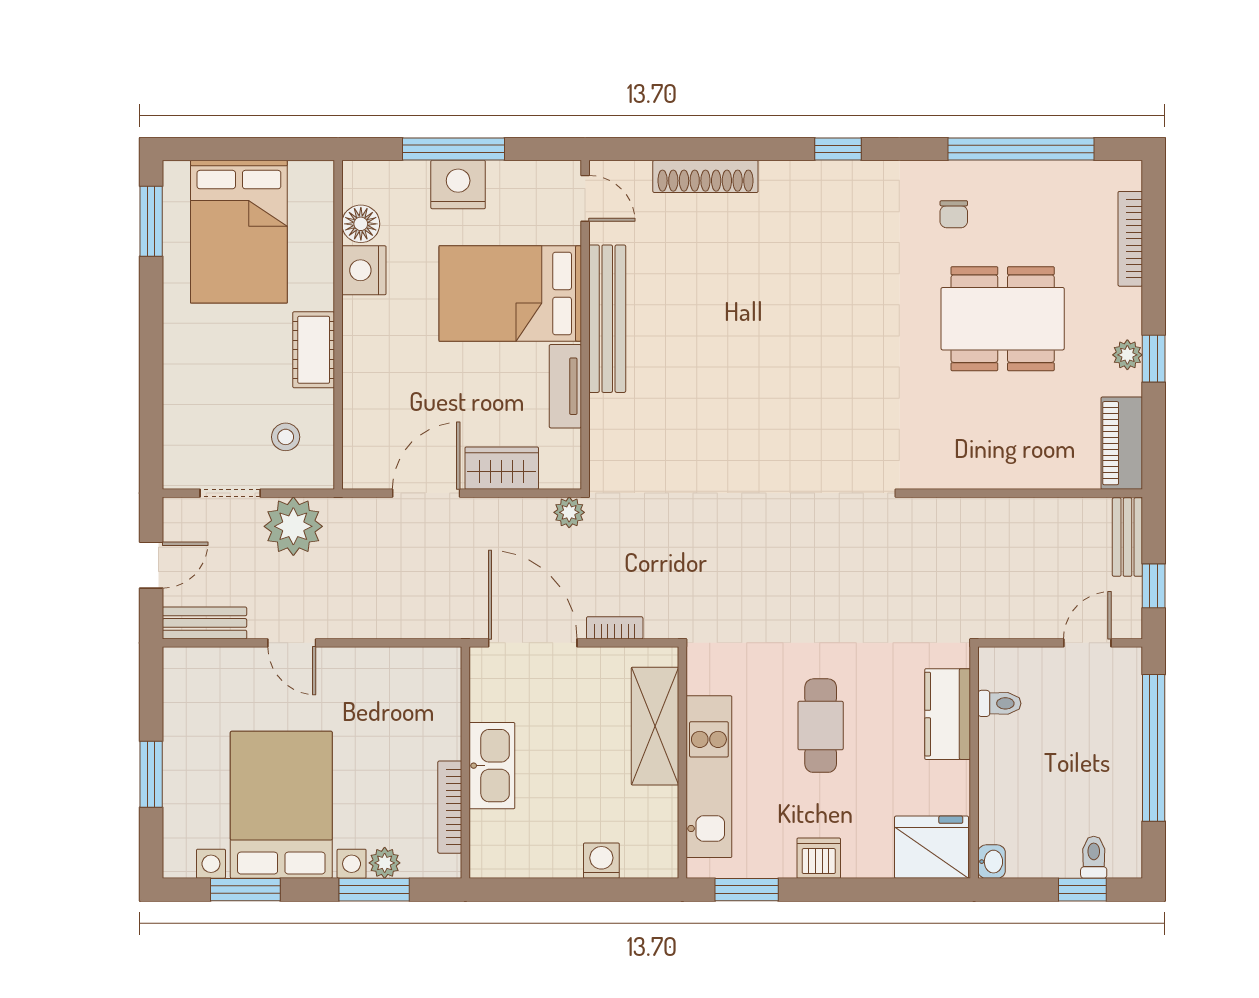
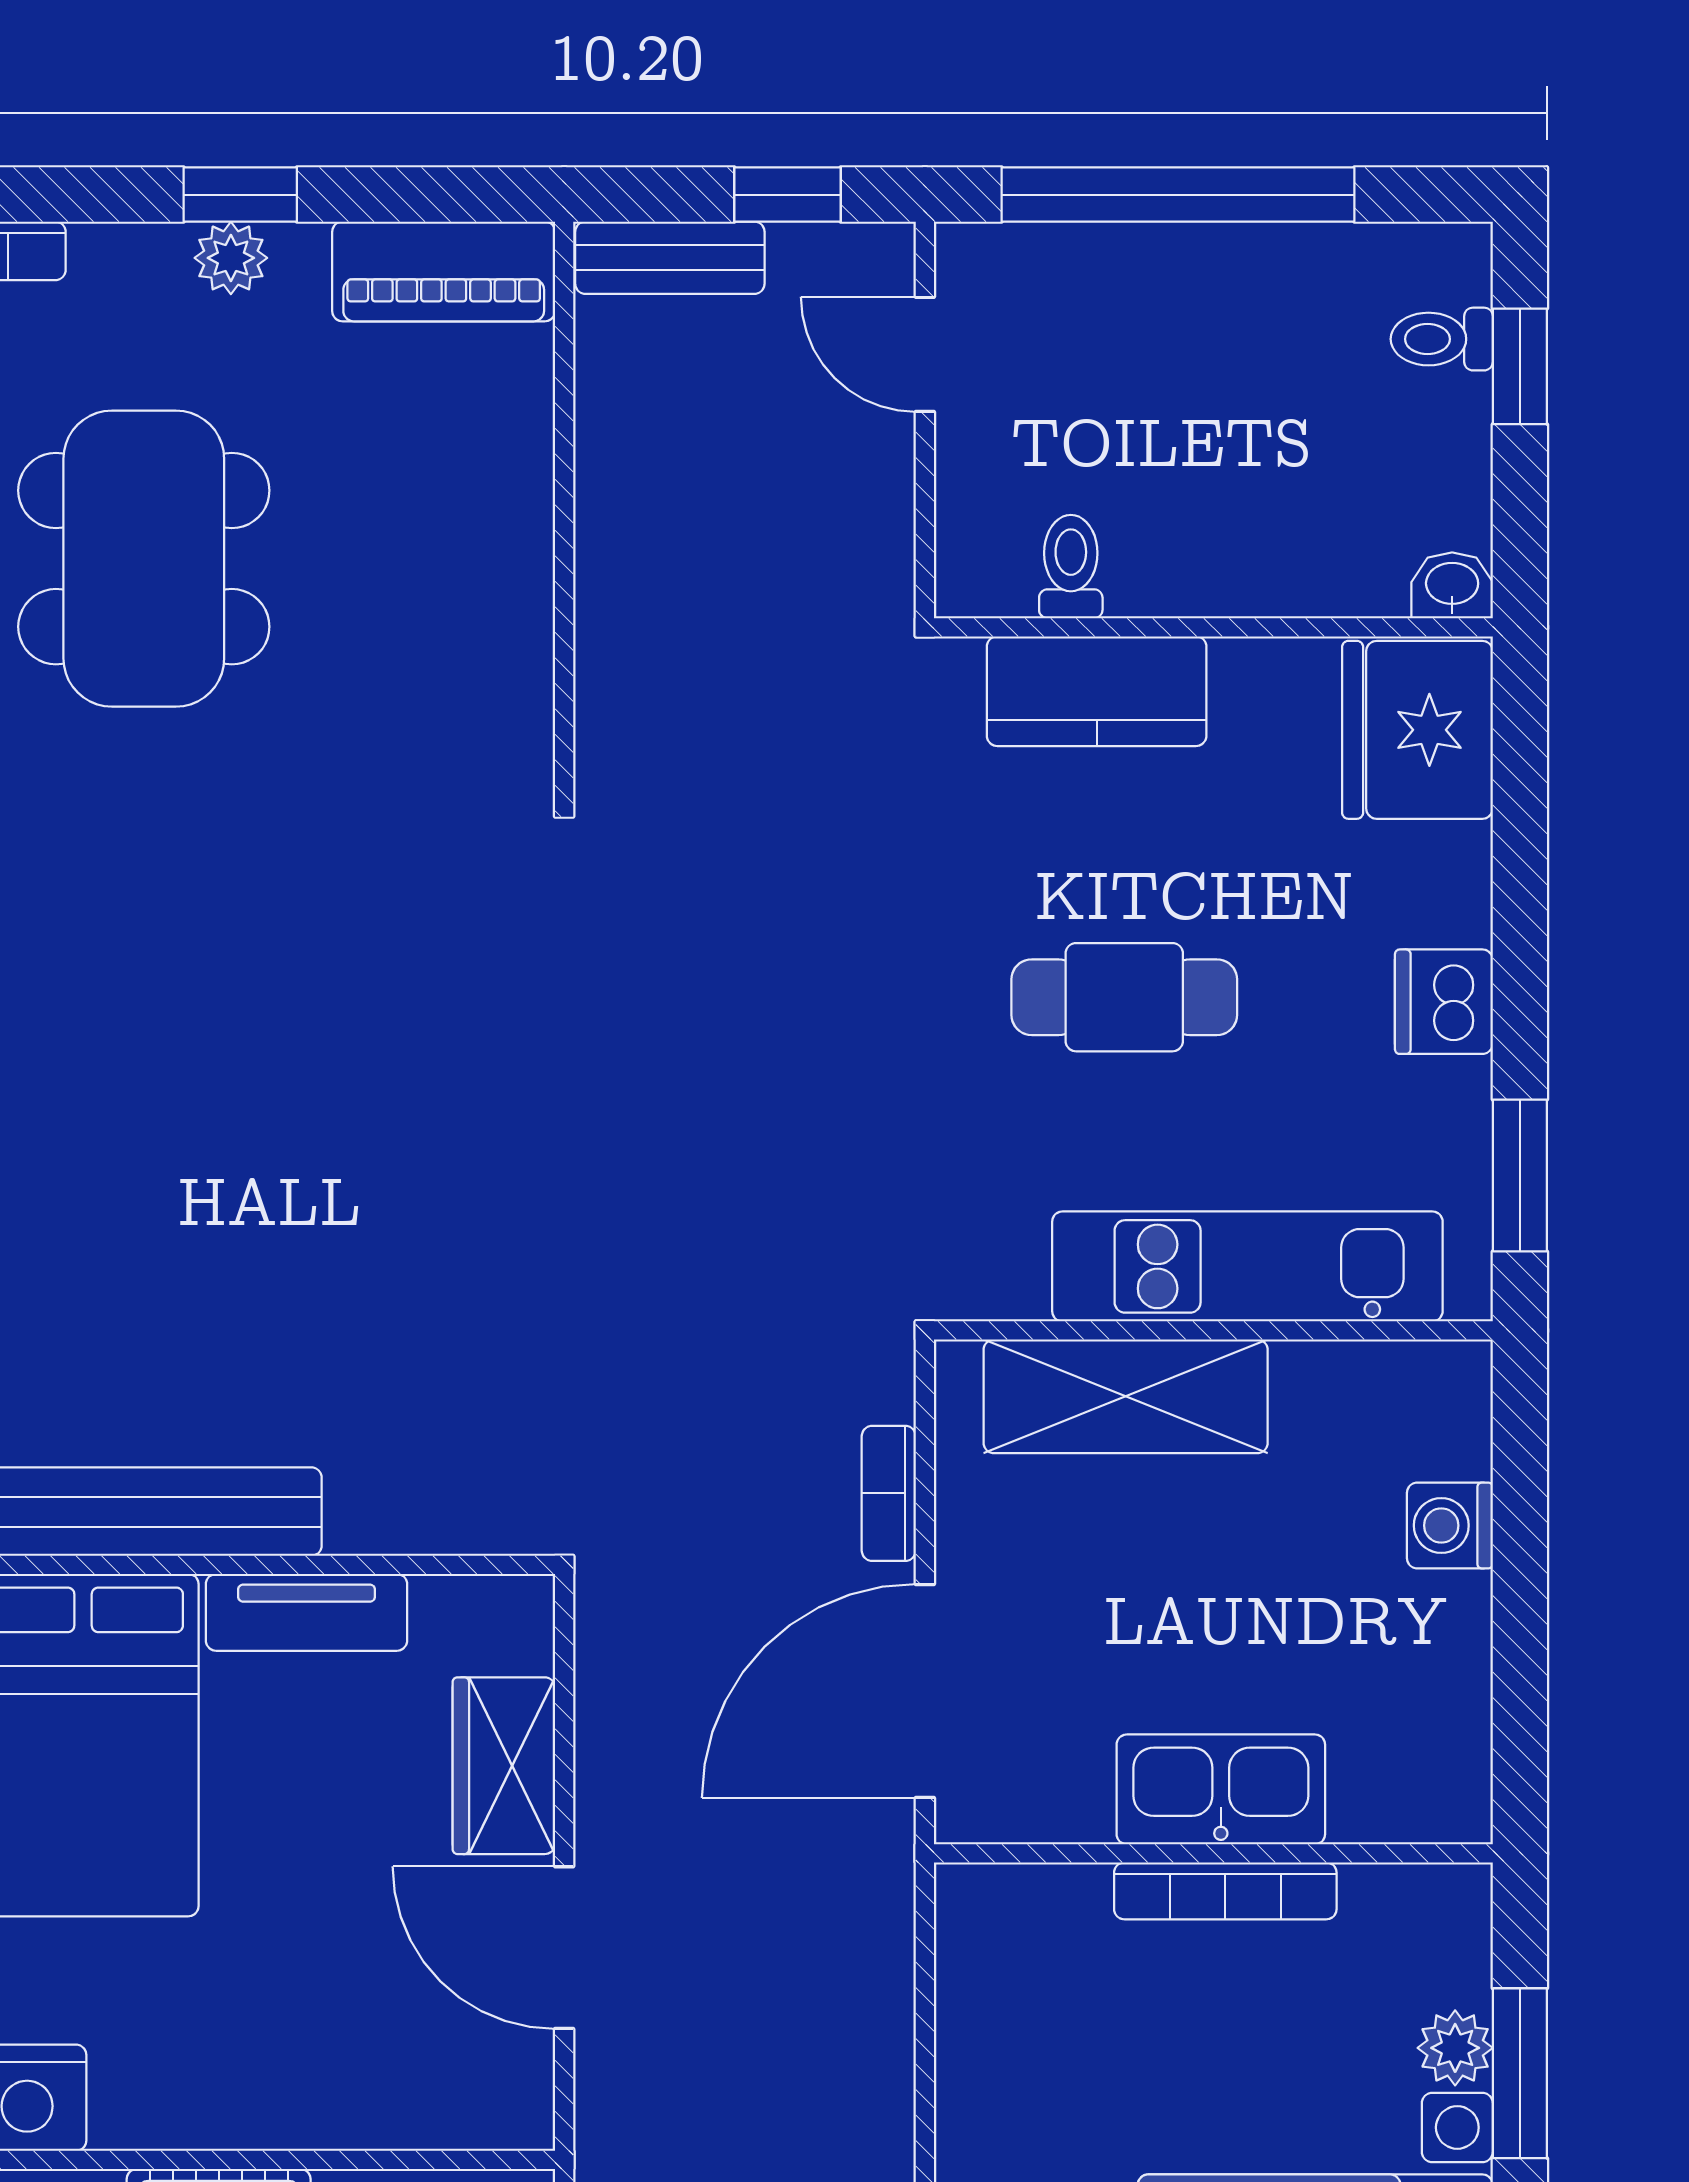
plant: (569, 512) -> (611, 1603), removed
bookcase: (450, 807) -> (1225, 1891), moved

